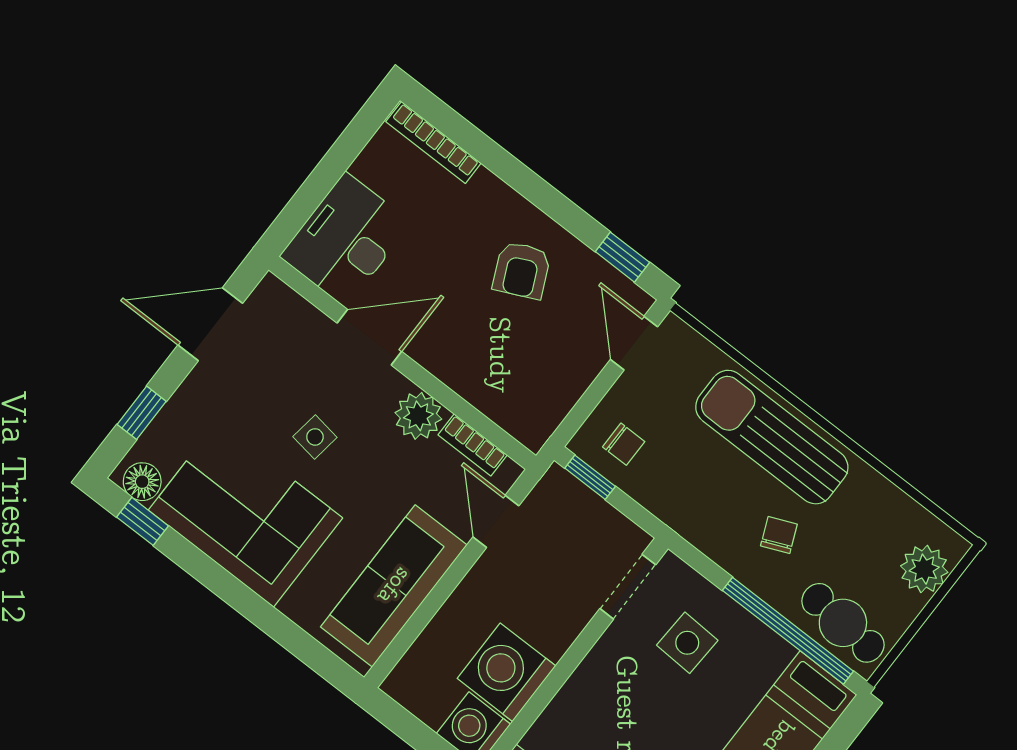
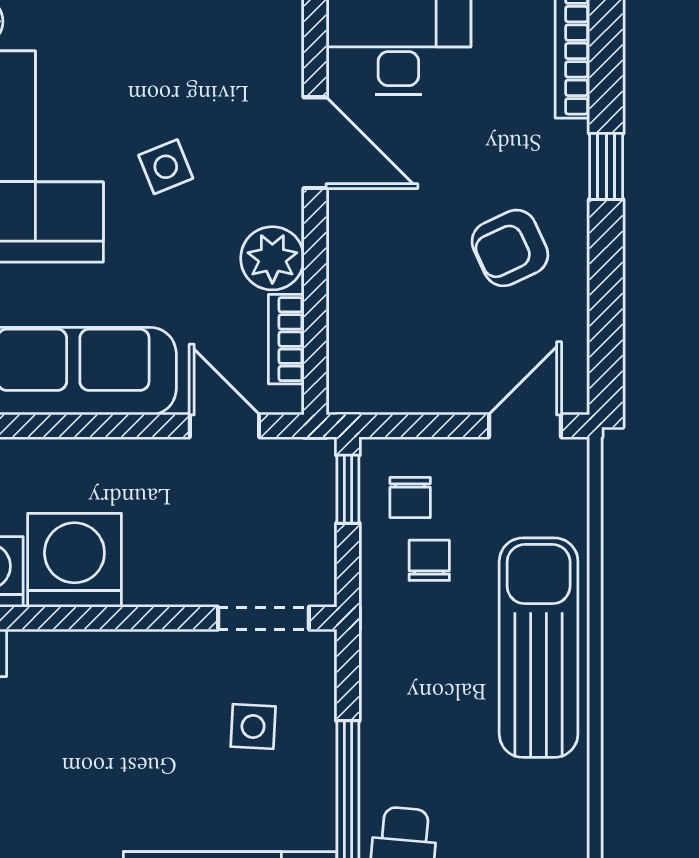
window: (622, 257) -> (606, 166), moved
side table: (315, 437) -> (166, 167), turned -30
door: (496, 521) -> (225, 426), hinge flipped
chair: (779, 535) -> (429, 560), moved, turned -67
side table: (687, 643) -> (253, 726), width x0.73, depth x0.73

